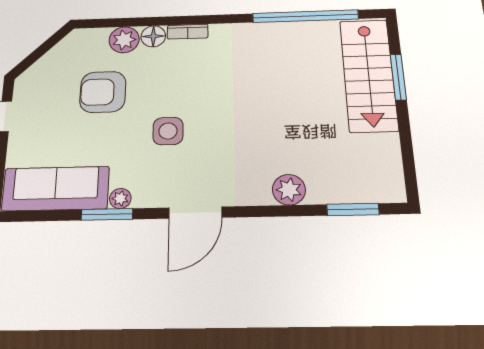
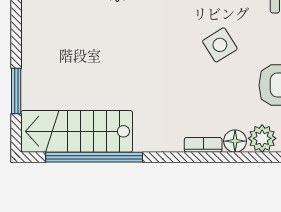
stairs: (368, 75) -> (77, 131), moved, turned -90
side table: (168, 131) -> (220, 45), turned -32

